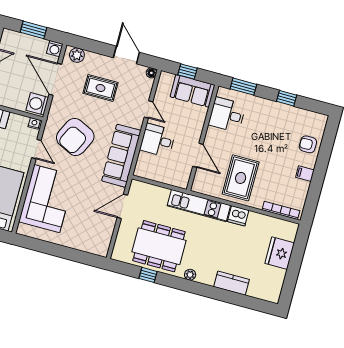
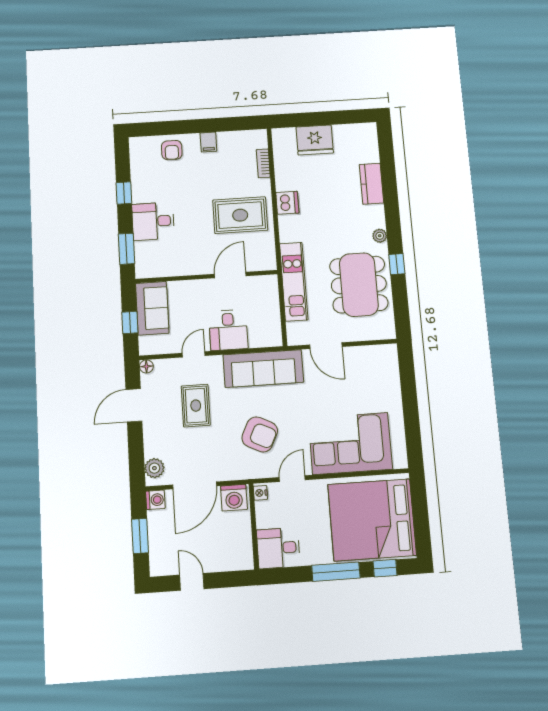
rug: (100, 88) -> (196, 406), moved
desk: (227, 115) -> (153, 221), moved, turned 90
armchair: (75, 137) -> (260, 434), width x0.73, depth x0.73
kitchen unit: (199, 206) -> (294, 282), moved
bookcase: (281, 210) -> (263, 163), width x0.64
window: (148, 275) -> (397, 264), moved

